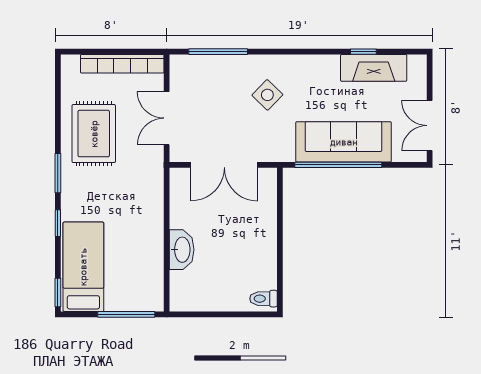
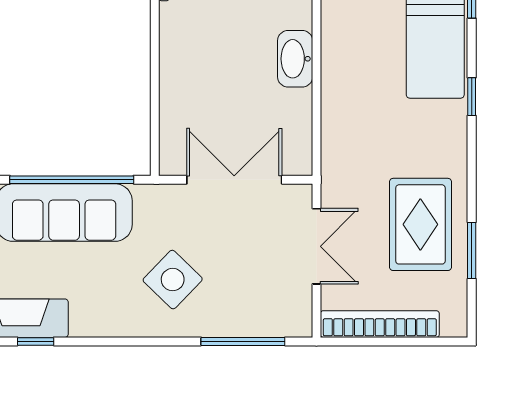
side table: (267, 95) -> (173, 280), width x1.37, depth x1.37
window: (58, 173) -> (472, 251), moved

